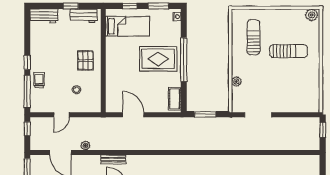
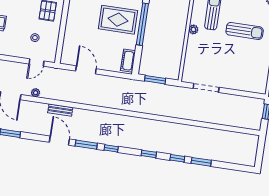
plant: (236, 82) -> (193, 29), moved
door: (61, 115) -> (36, 63), moved

